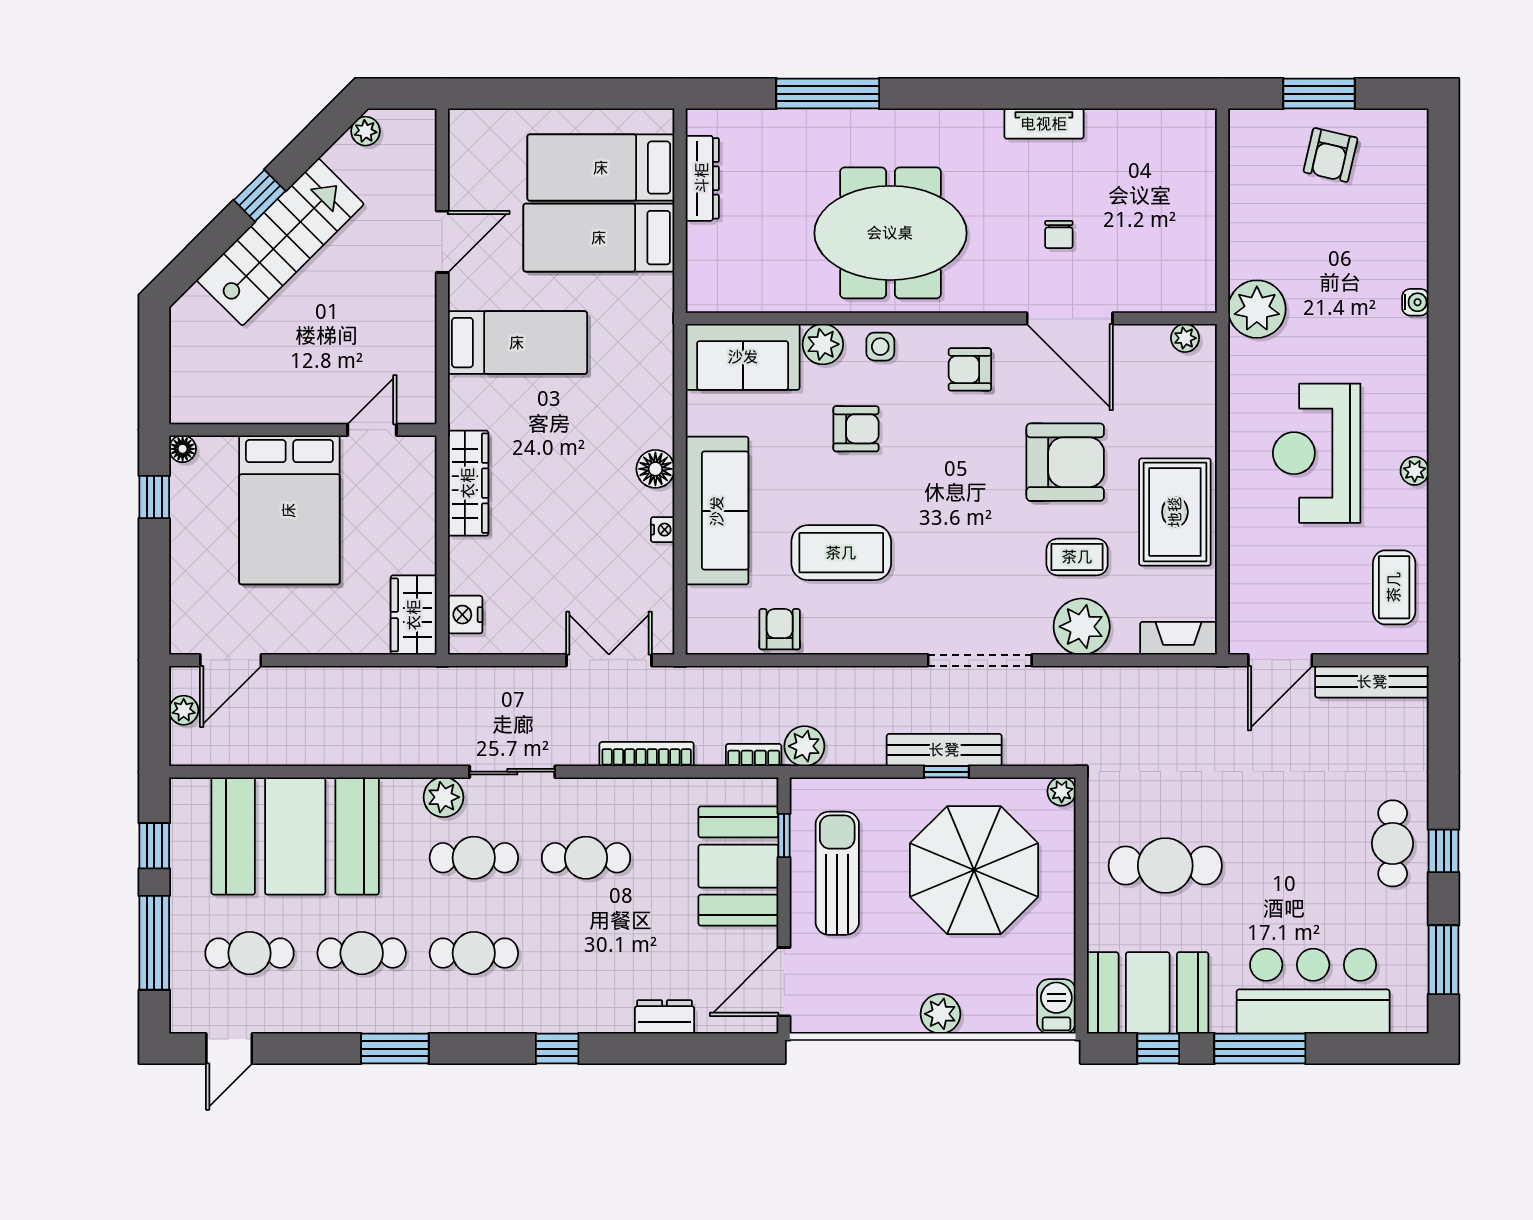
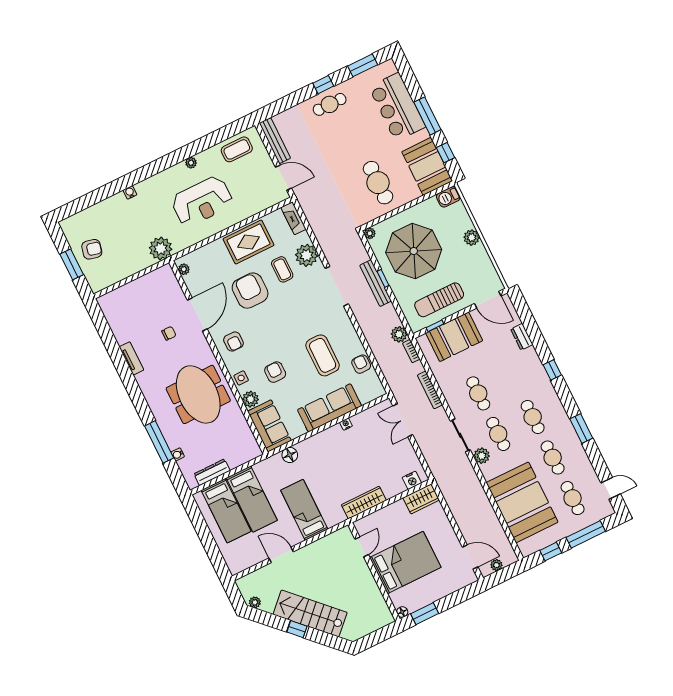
water cooler: (780, 121) -> (178, 454), added
door: (372, 430) -> (362, 547), swing flipped
floor lamp: (655, 469) -> (290, 455), moved
window: (154, 497) -> (425, 614), width x1.50
armchair: (780, 629) -> (361, 364), turned 90

